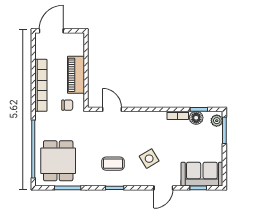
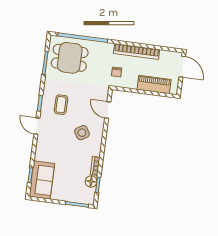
piano: (76, 75) -> (154, 85), moved
door: (112, 109) -> (108, 110), swing flipped
plant: (217, 121) -> (86, 199), removed
side table: (149, 159) -> (82, 133), moved
door: (163, 188) -> (37, 126), moved

